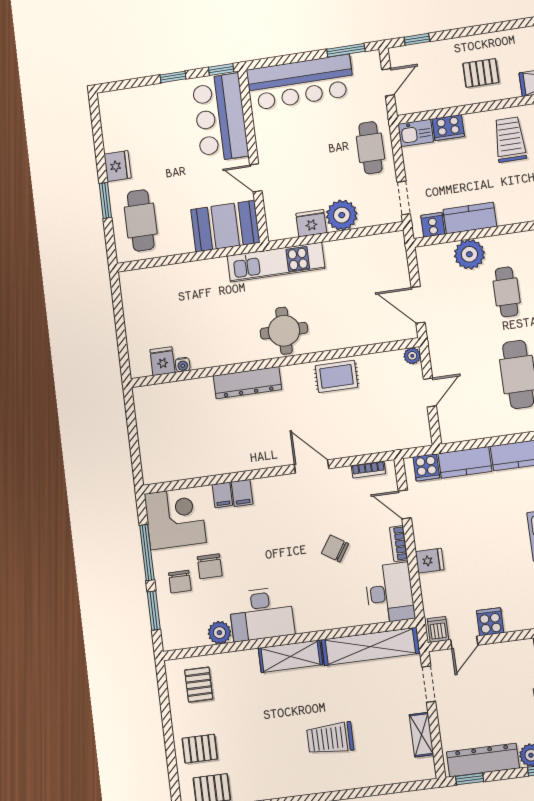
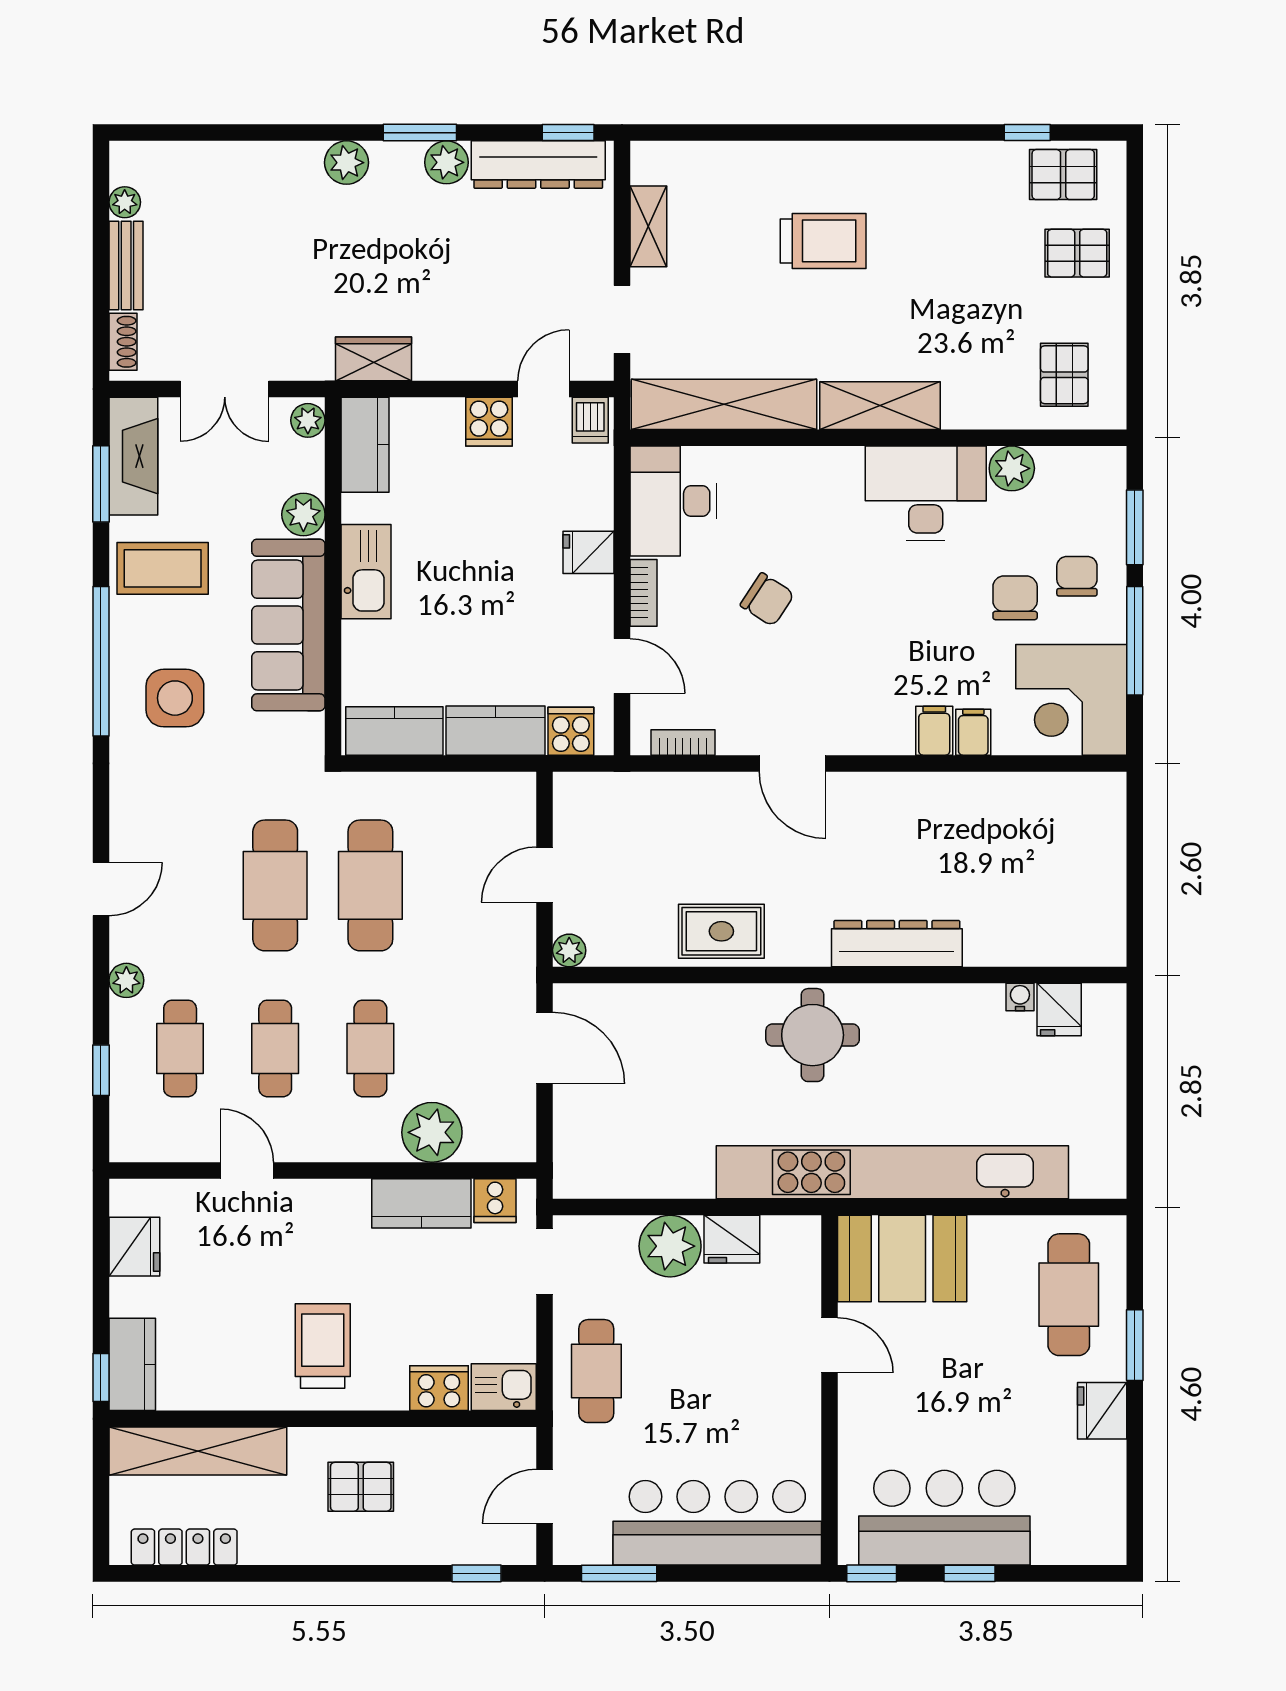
bar counter: (220, 118) -> (944, 1518), moved, turned -90
trolley: (510, 140) -> (323, 1346), turned 180
kitchen unit: (276, 262) -> (892, 1172), width x1.86

